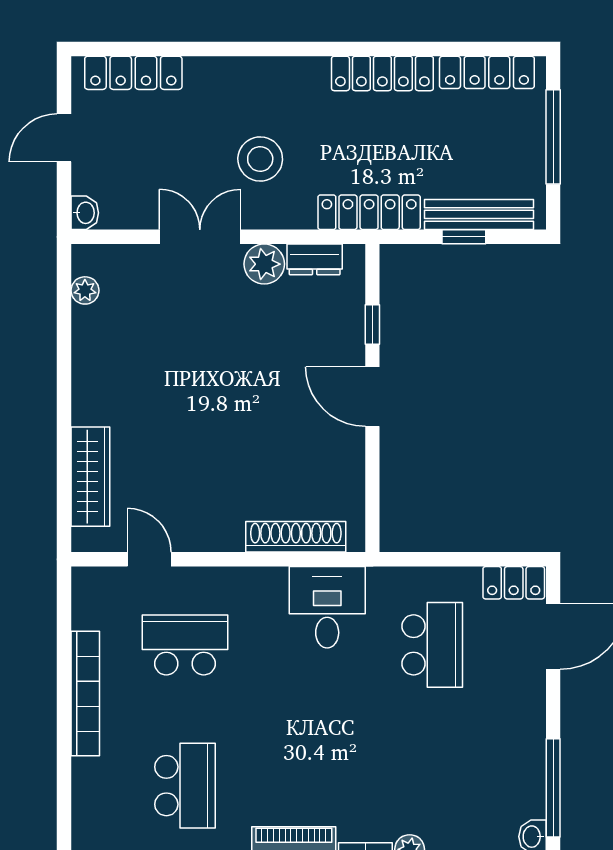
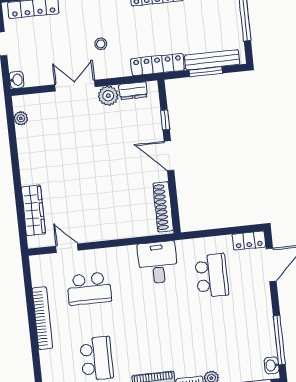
stool: (260, 159) -> (101, 44), width x0.53, depth x0.53
window: (464, 237) -> (206, 72), width x1.50
shoe rack: (296, 537) -> (163, 207), moved, turned -90
school desk: (185, 645) -> (89, 289), turned 180

